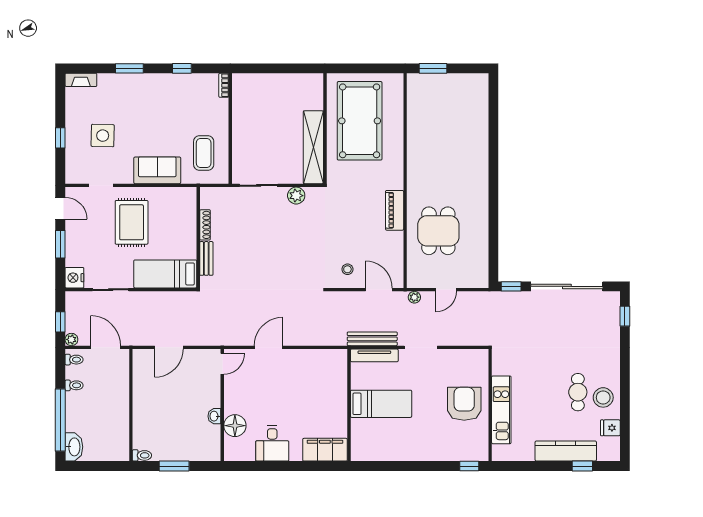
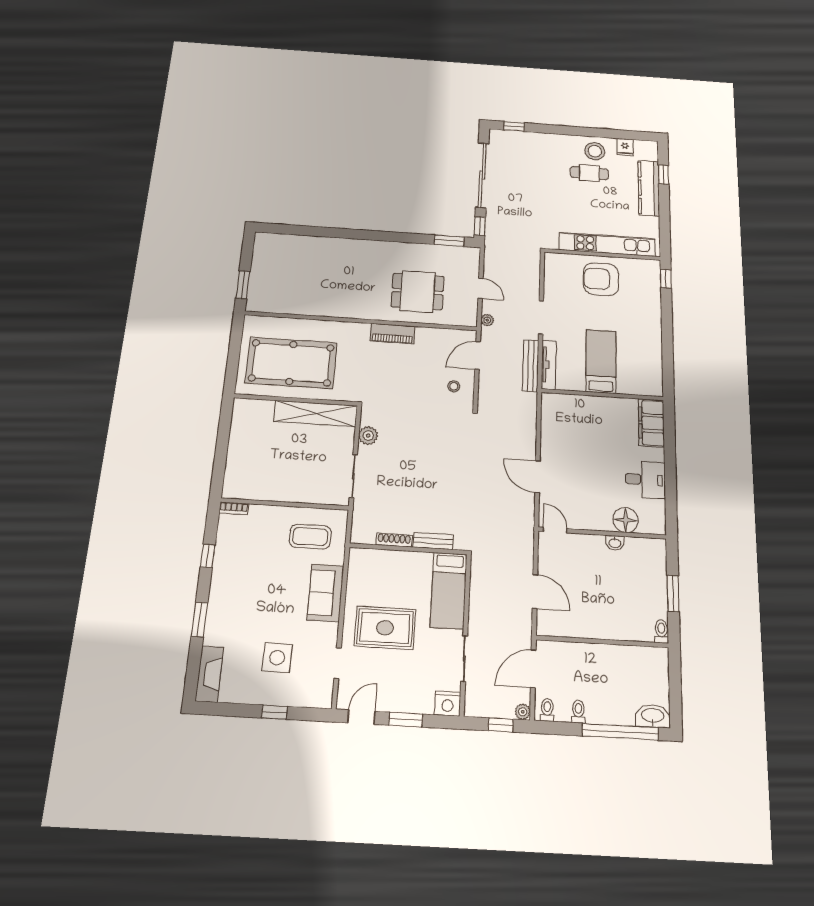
fireplace: (81, 80) -> (209, 674), width x1.37, depth x1.32
window: (493, 258) -> (449, 241), added
kitchen unit: (501, 410) -> (607, 244), width x1.36

